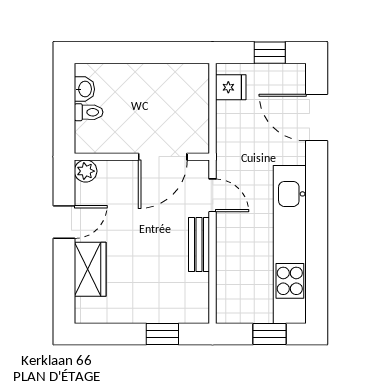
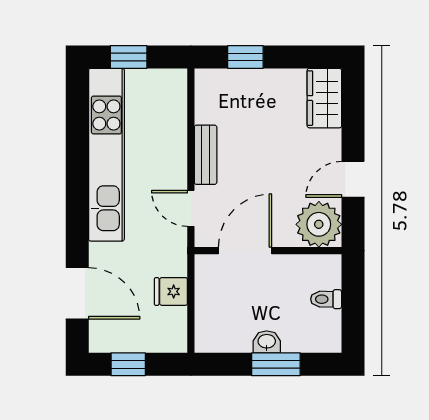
window: (135, 53) -> (276, 364), added
fridge: (231, 87) -> (171, 291), moved
washbasin: (84, 89) -> (267, 342), moved, turned 90
plant: (86, 171) -> (319, 224), width x1.88, depth x1.88
wardrobe: (90, 269) -> (324, 98), moved

